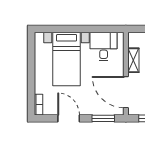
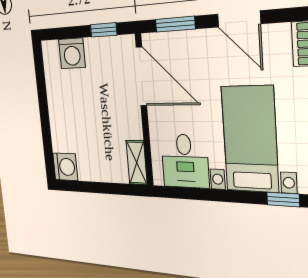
window: (51, 29) -> (283, 199), added
shelving: (133, 60) -> (137, 163), moved

